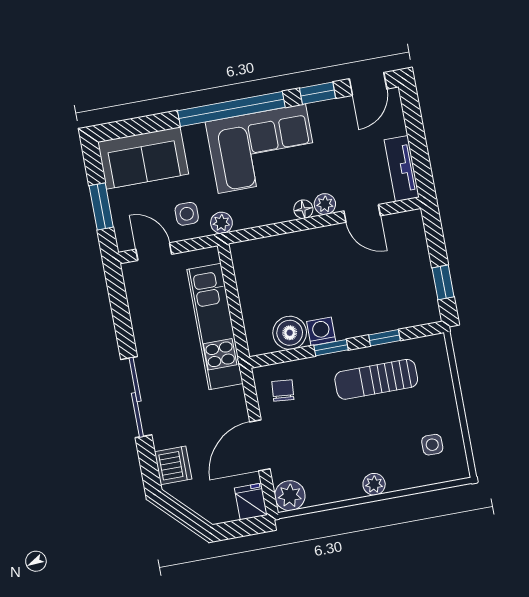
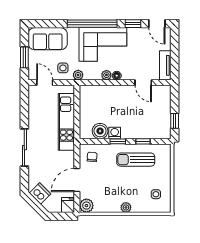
door: (368, 84) -> (157, 24), hinge flipped
plant: (325, 204) -> (106, 75), moved
dishwasher: (173, 465) -> (40, 193), moved, turned -45

